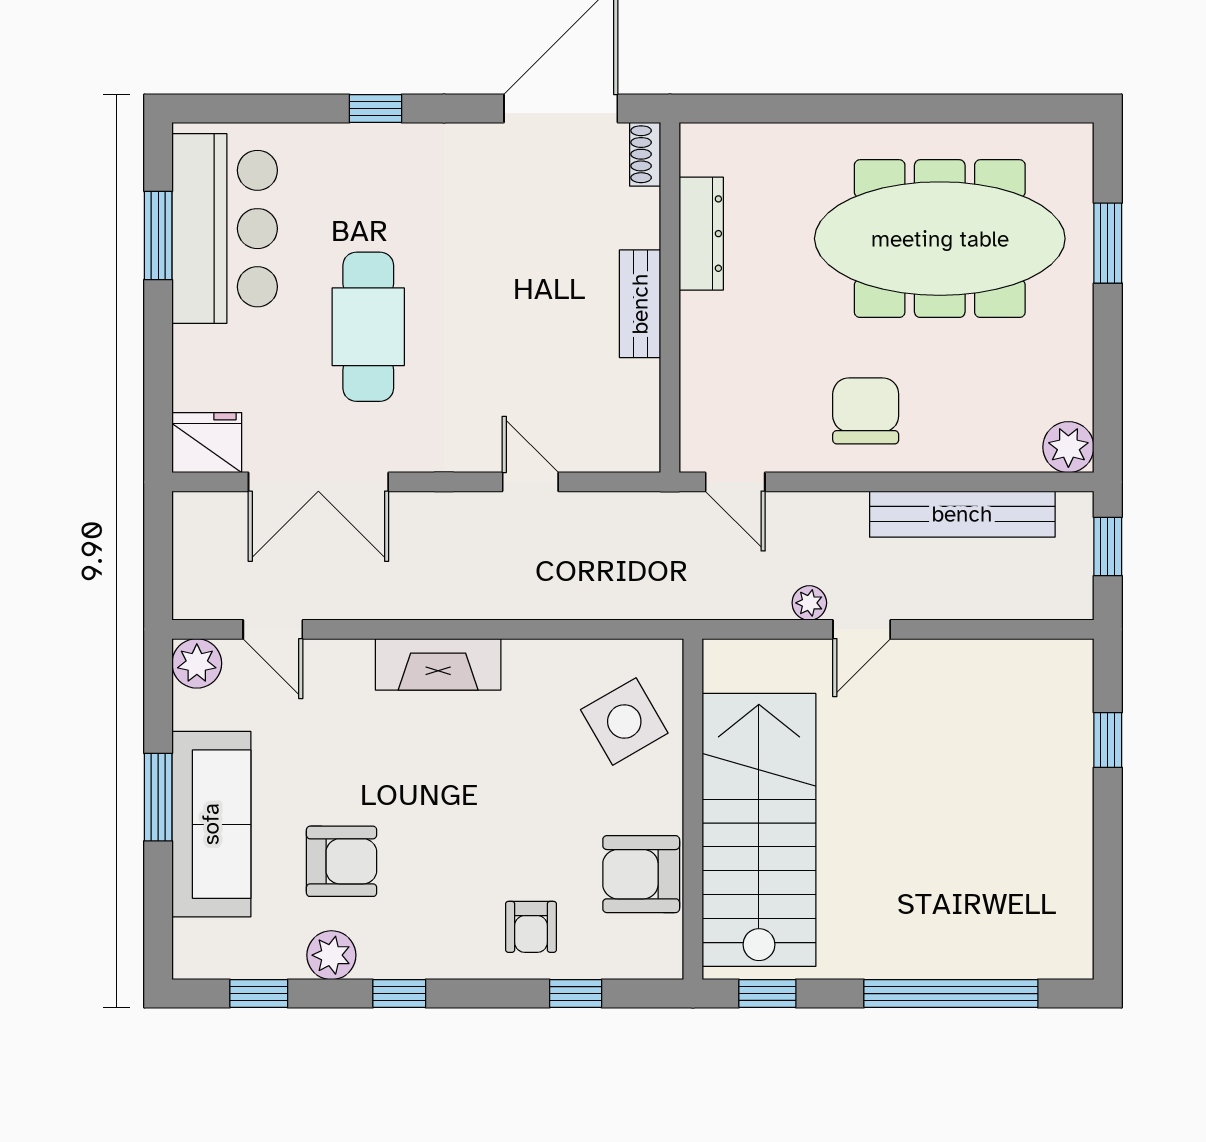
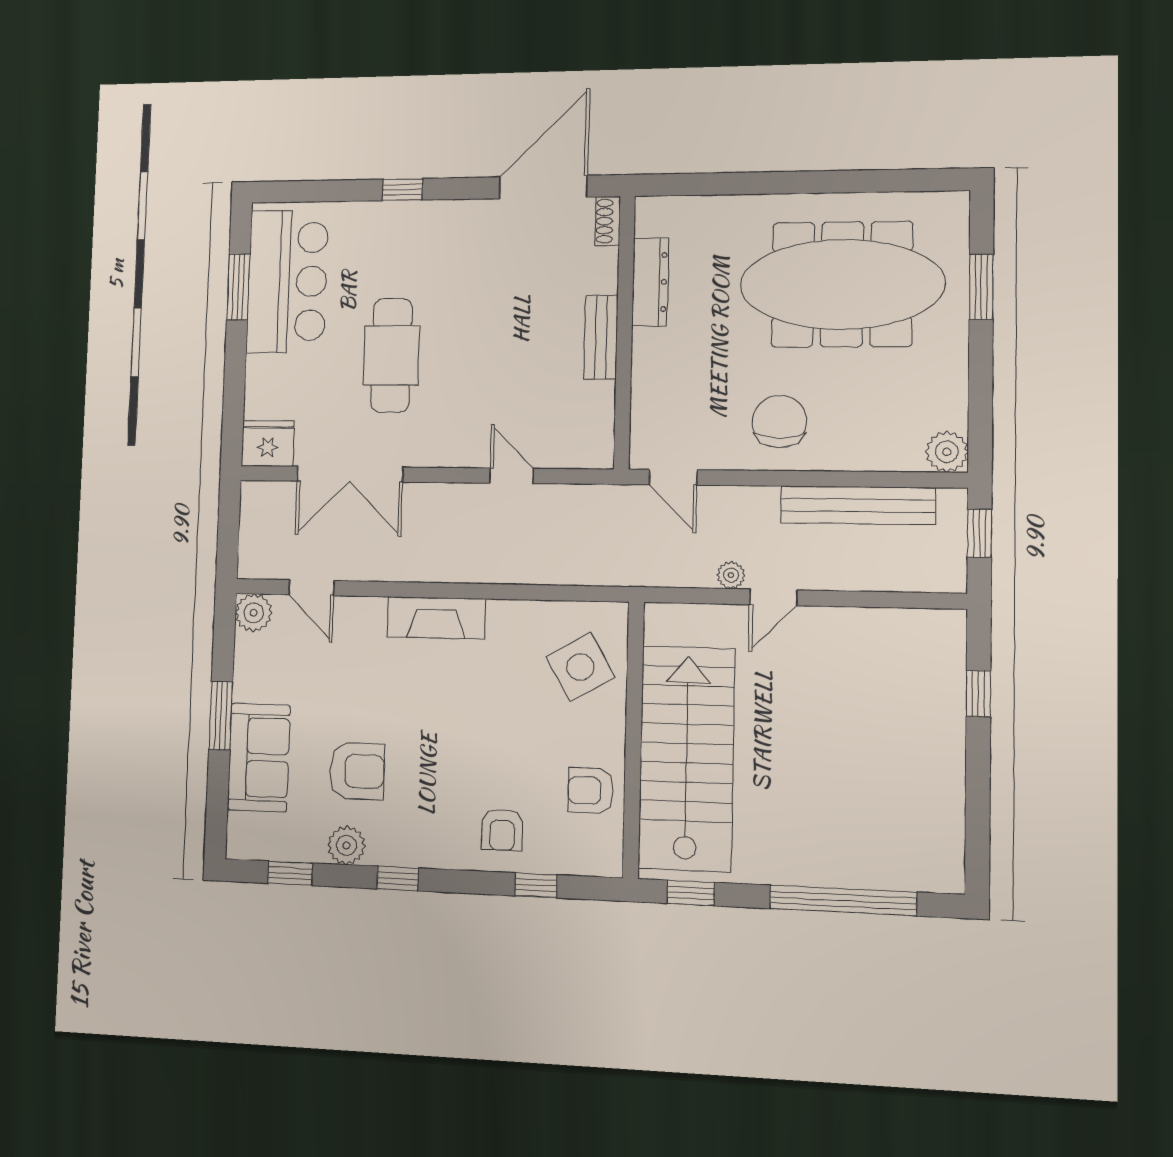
sofa: (211, 824) -> (259, 757), width x0.73
armchair: (641, 874) -> (591, 791), width x0.72, depth x0.72

